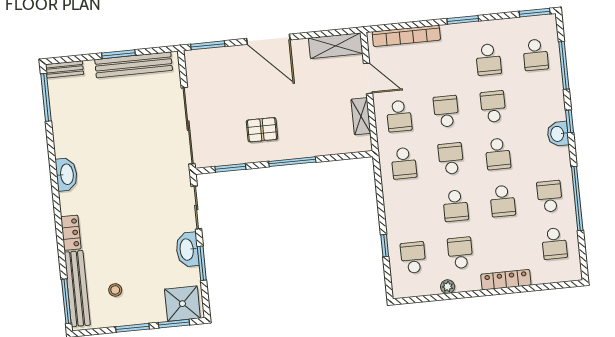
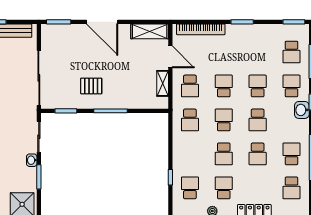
school desk: (488, 59) -> (291, 86), moved, turned 180
washbasin: (187, 249) -> (32, 160), width x0.52, depth x0.69

